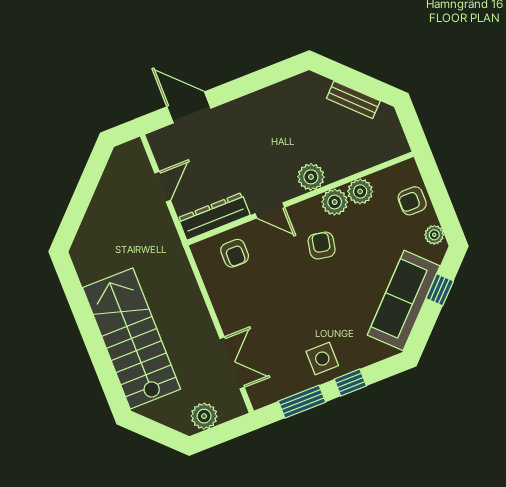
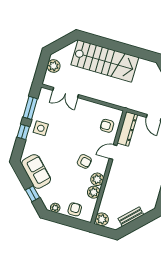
plant: (311, 177) -> (102, 219), moved
sofa: (404, 300) -> (36, 171), width x0.73

